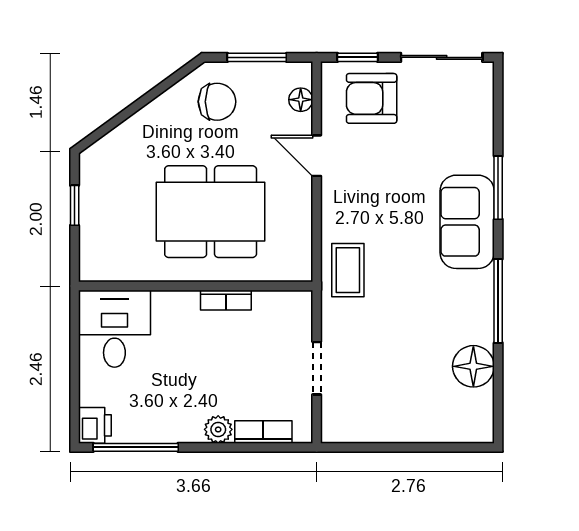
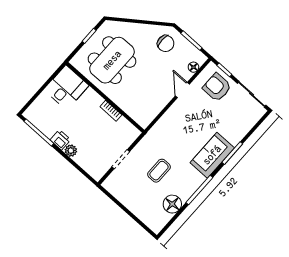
dining table: (211, 212) -> (112, 60), moved, turned 90
coffee table: (348, 270) -> (159, 171), moved
printer: (95, 425) -> (60, 140), moved, turned -90
bookcase: (263, 432) -> (85, 164), removed

